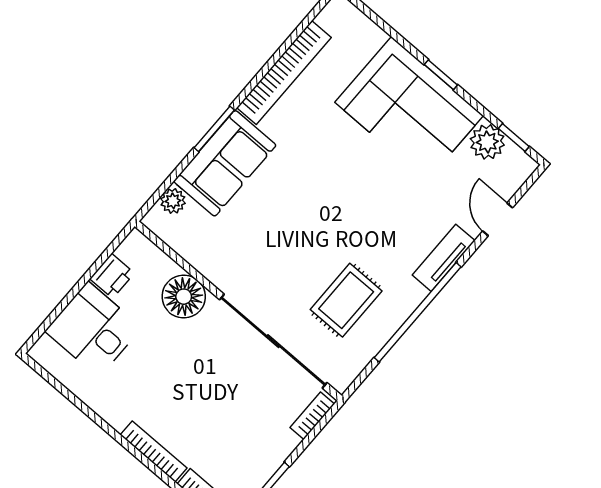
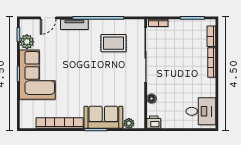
printer: (112, 276) -> (154, 122), moved
floor lamp: (184, 297) -> (152, 99), width x0.53, depth x0.53
desk: (93, 329) -> (201, 111), moved, turned -90

